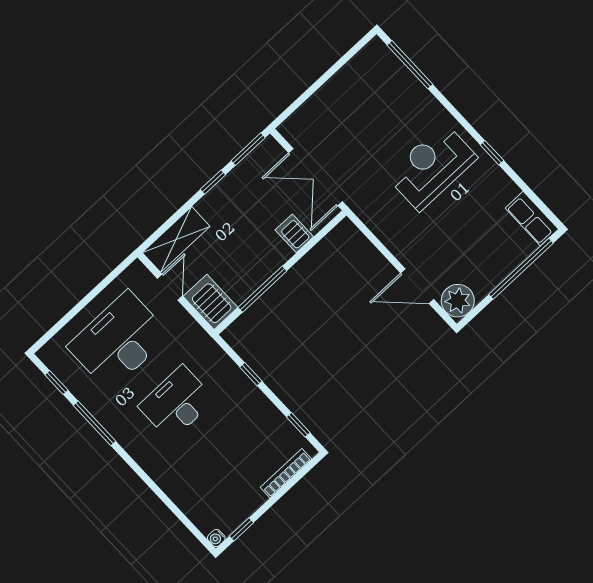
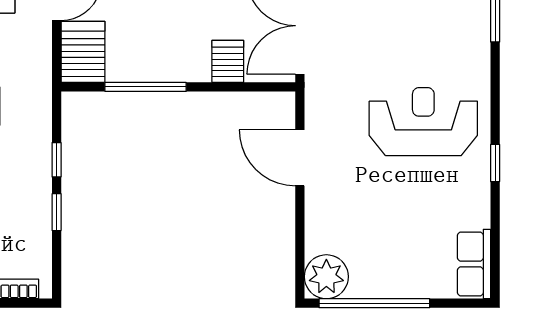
window: (521, 269) -> (374, 303), moved
door: (417, 286) -> (300, 158), moved
window: (298, 425) -> (57, 212), moved

